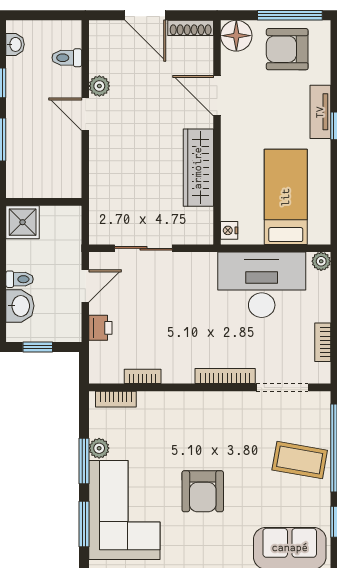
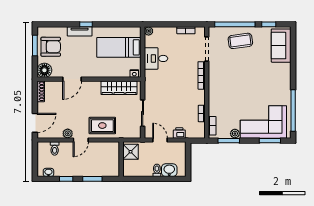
door: (145, 15) -> (35, 123), moved
window: (290, 15) -> (35, 45), width x0.69
armchair: (287, 49) -> (51, 47), turned -90
rug: (117, 161) -> (102, 126), added
wardrobe: (198, 168) -> (119, 88), moved
shower: (23, 222) -> (131, 152), moved
desk: (262, 285) -> (156, 58), width x0.53, depth x0.77
window: (38, 347) -> (188, 162), removed
coffee table: (300, 460) -> (240, 41), turned 72
window: (84, 461) -> (229, 141), moved
armchair: (203, 491) -> (255, 86), removed

